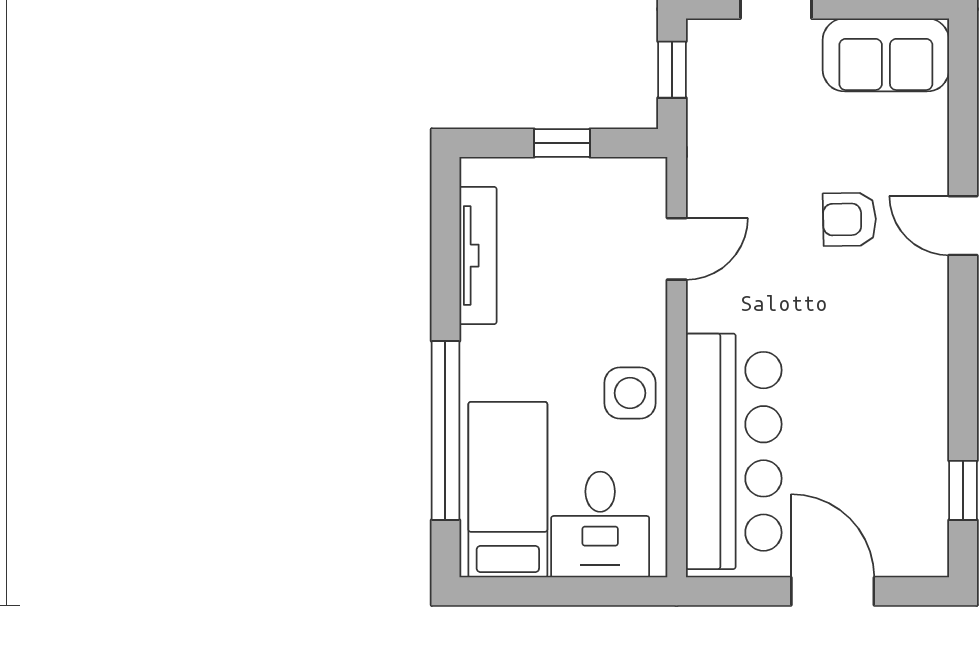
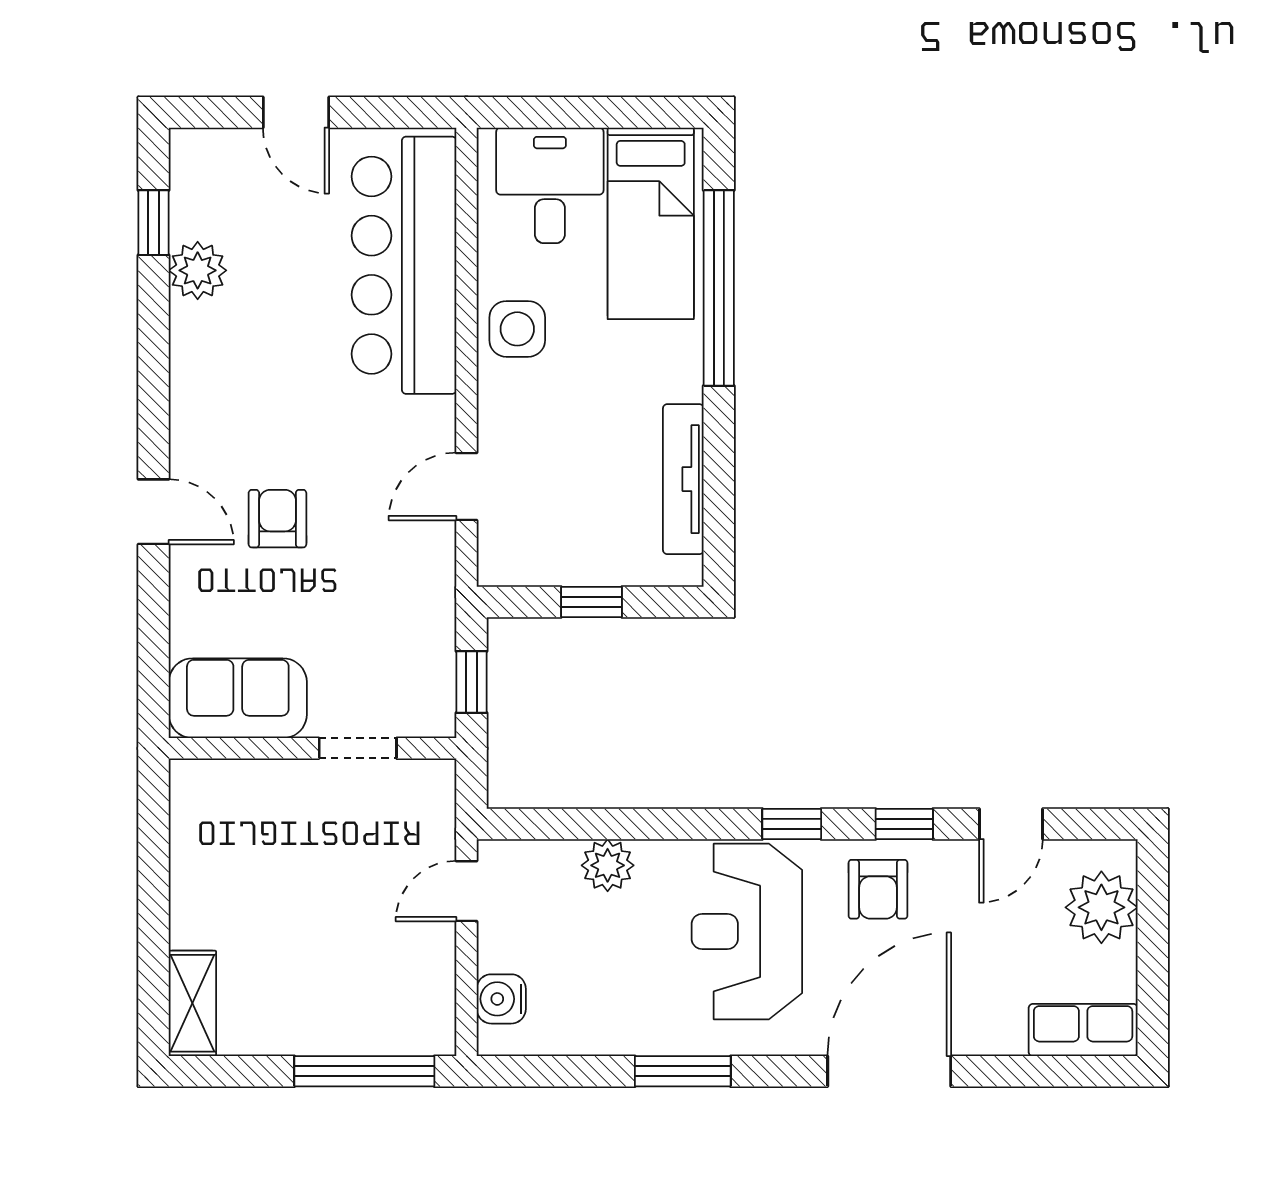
armchair: (850, 219) -> (277, 519), turned -89
plant: (923, 447) -> (198, 270), added
door: (833, 591) -> (296, 112), width x0.73

